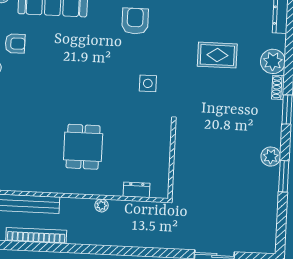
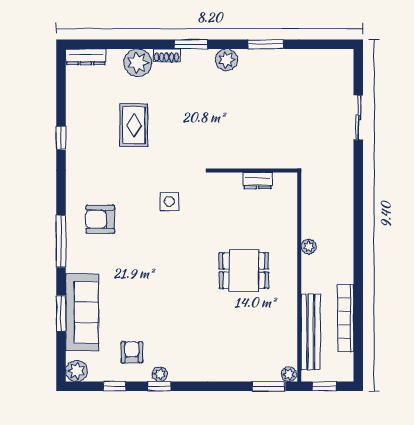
plant: (271, 157) -> (226, 60), moved
dresser: (136, 190) -> (258, 181), moved, turned -90

